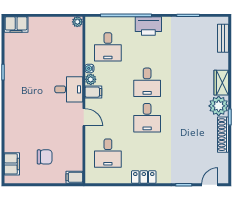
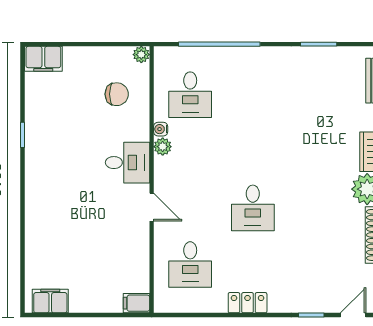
printer: (148, 26) -> (255, 61), removed
desk: (147, 82) -> (253, 151), removed
filing cabinet: (93, 92) -> (167, 167), removed
chair: (45, 157) -> (117, 94), moved
filing cabinet: (12, 164) -> (50, 301), moved, turned -90

